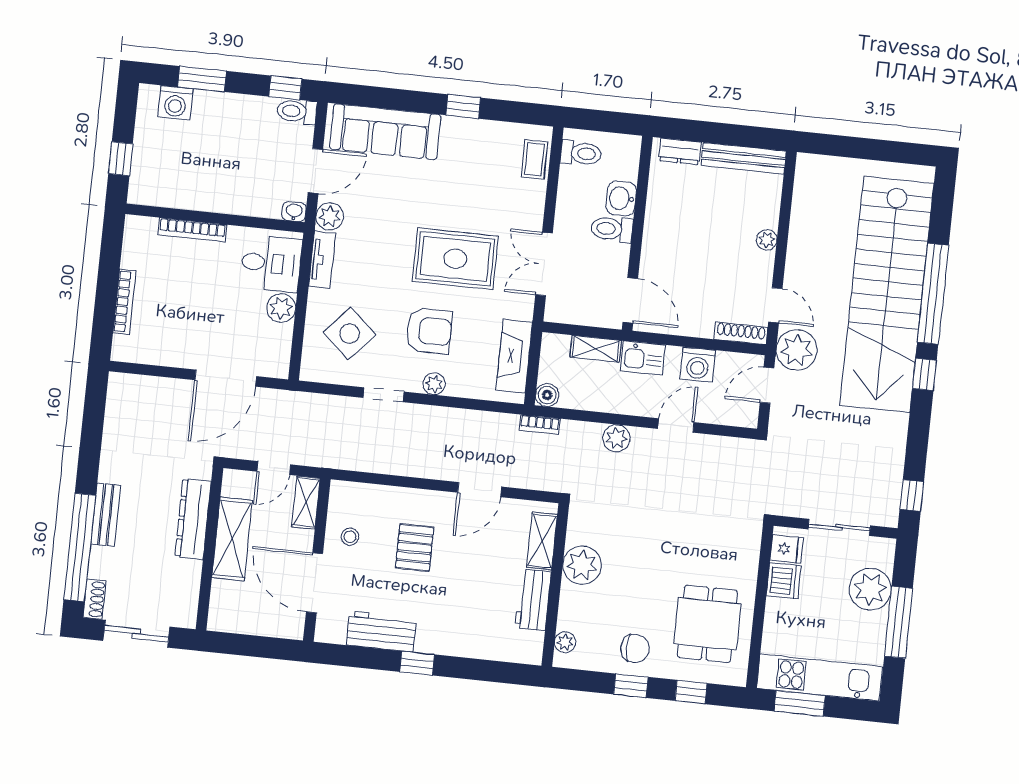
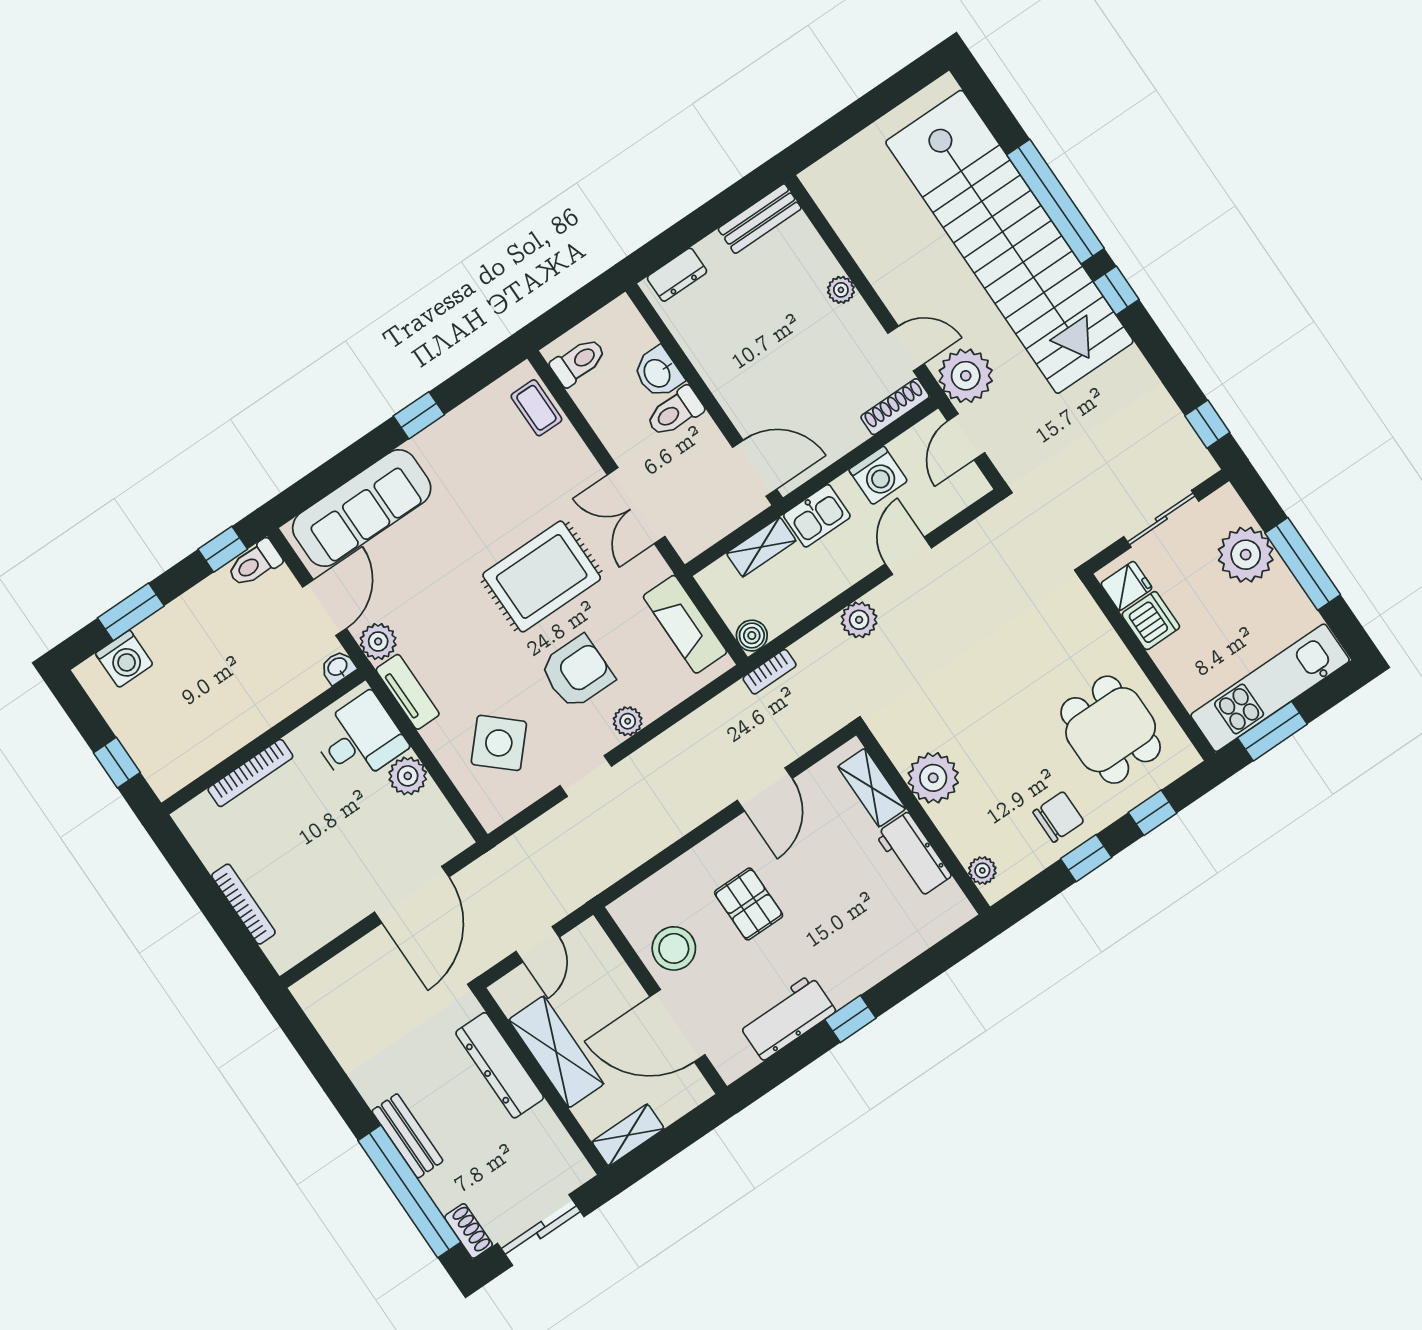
bench: (744, 158) -> (760, 219), width x0.73
shelving: (306, 502) -> (628, 1135), moved, turned 90
stool: (350, 537) -> (674, 948), width x1.89, depth x1.89

